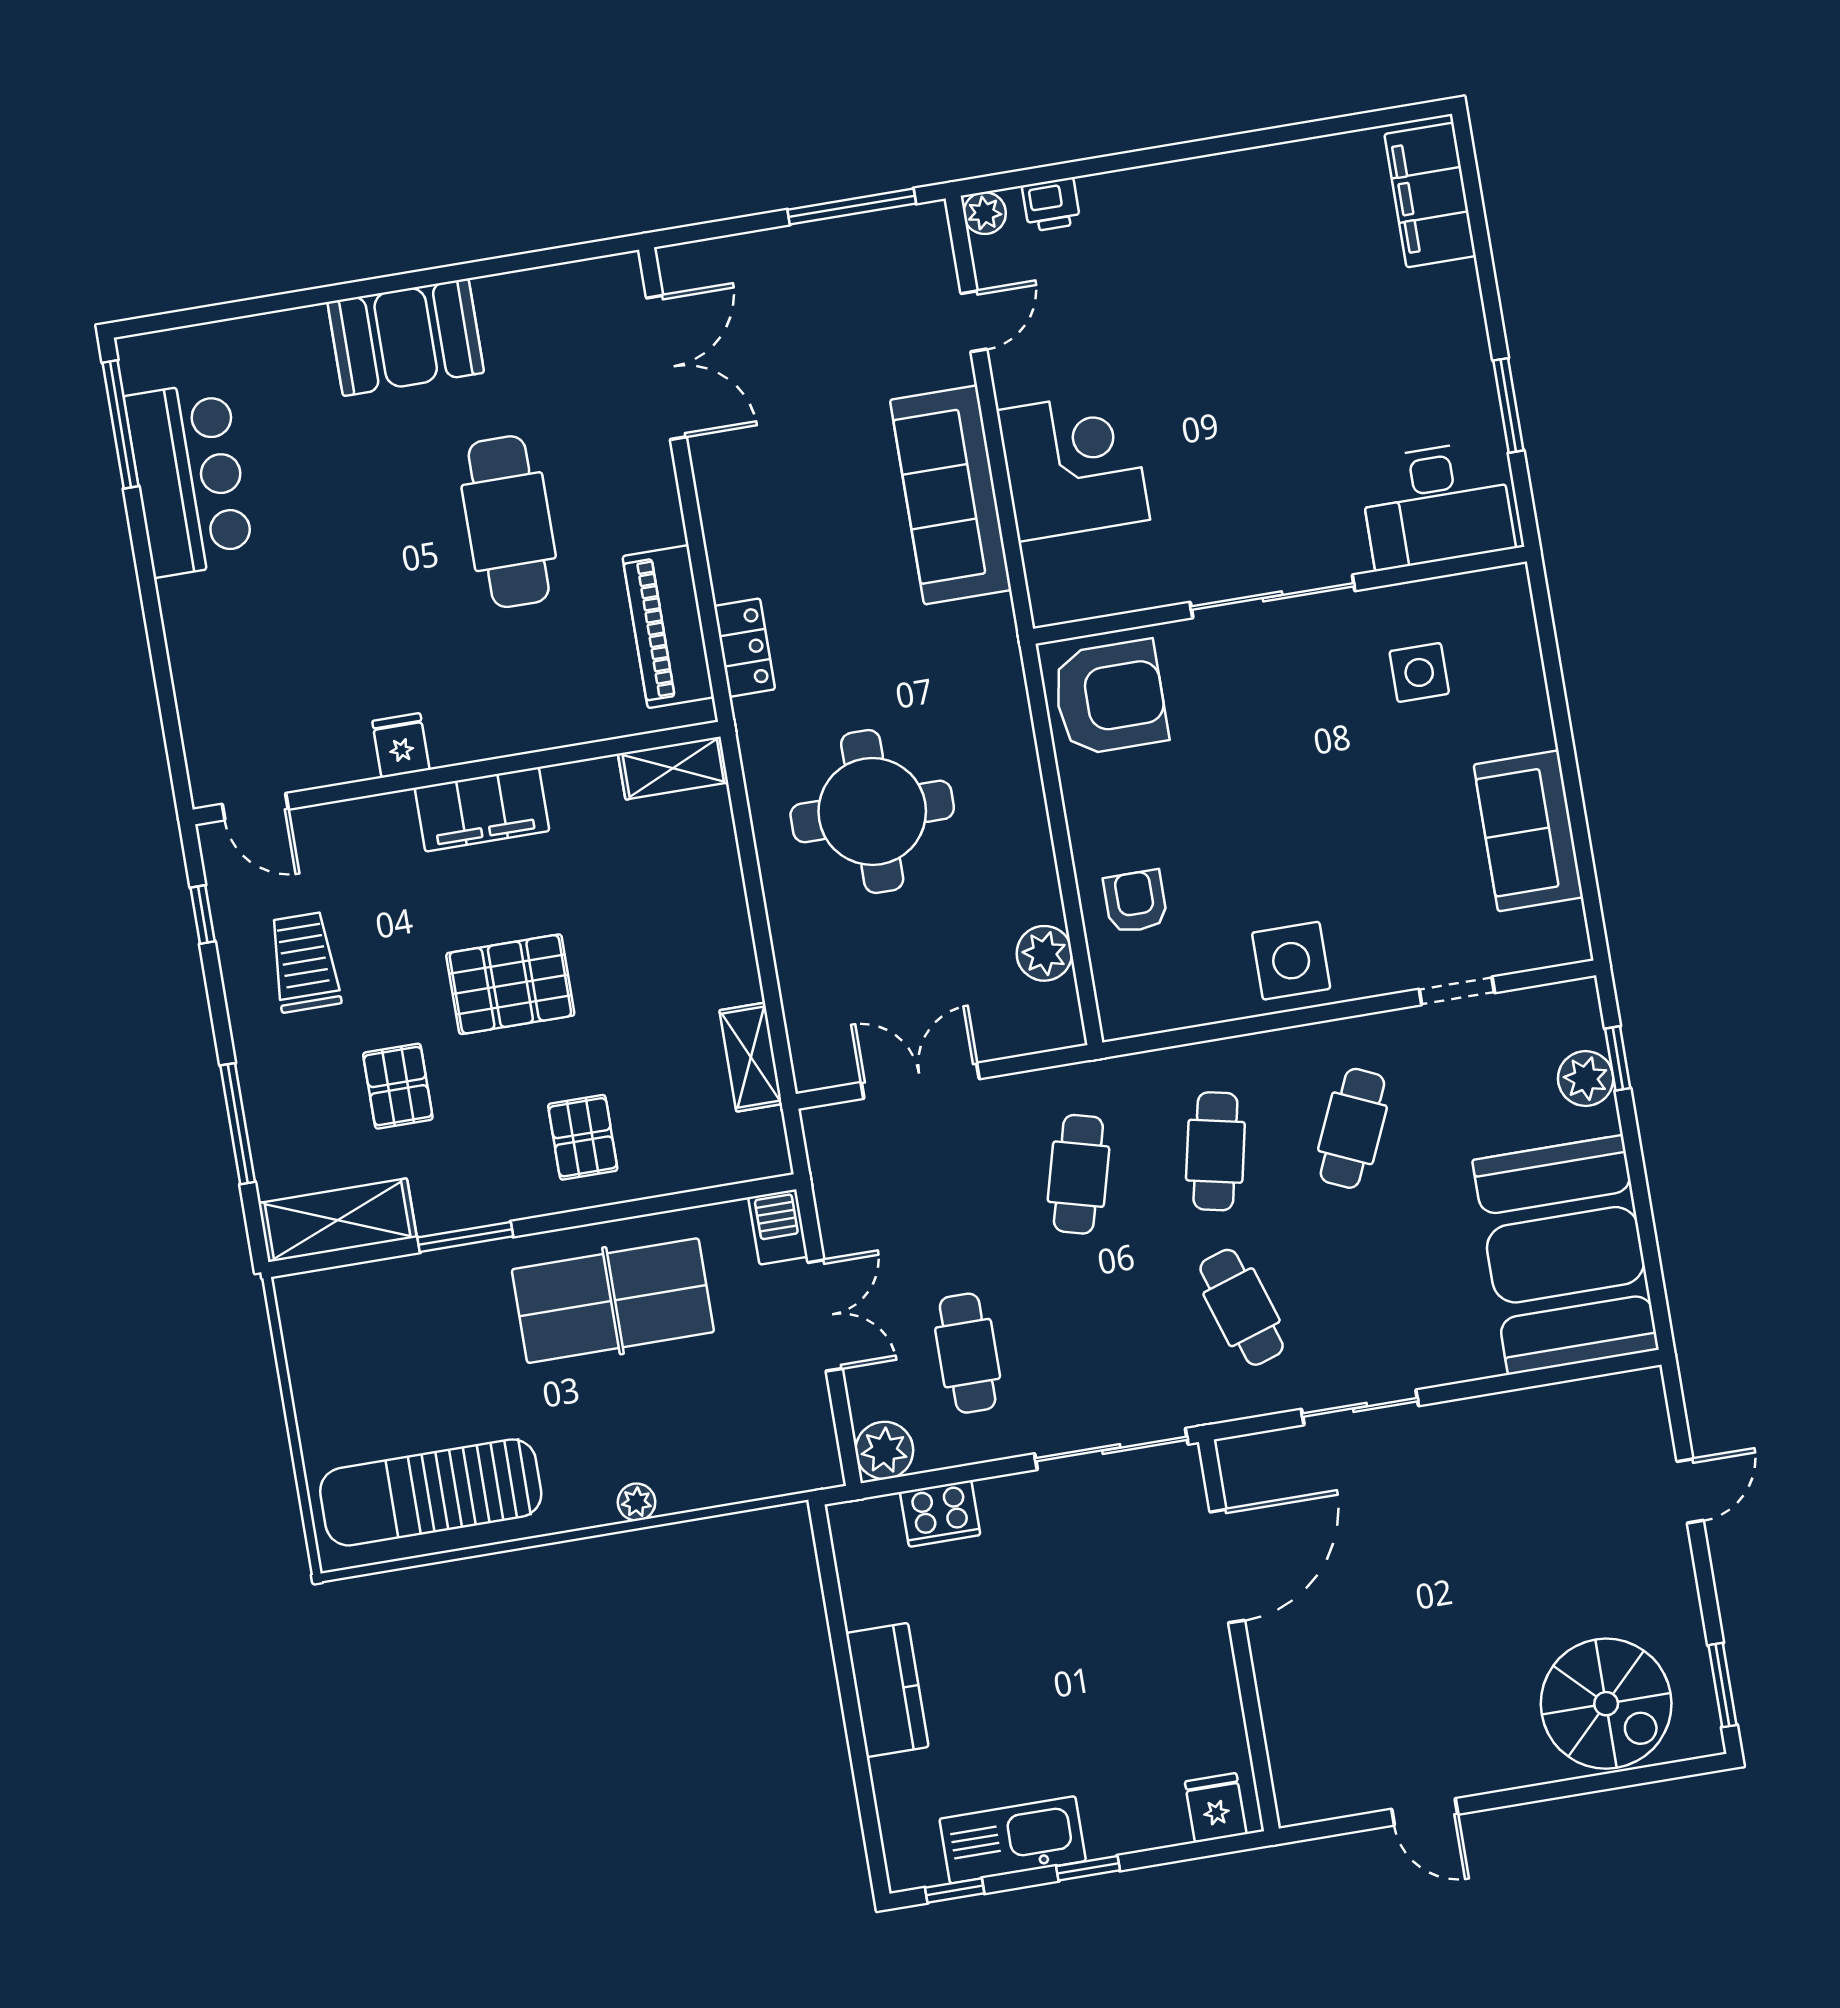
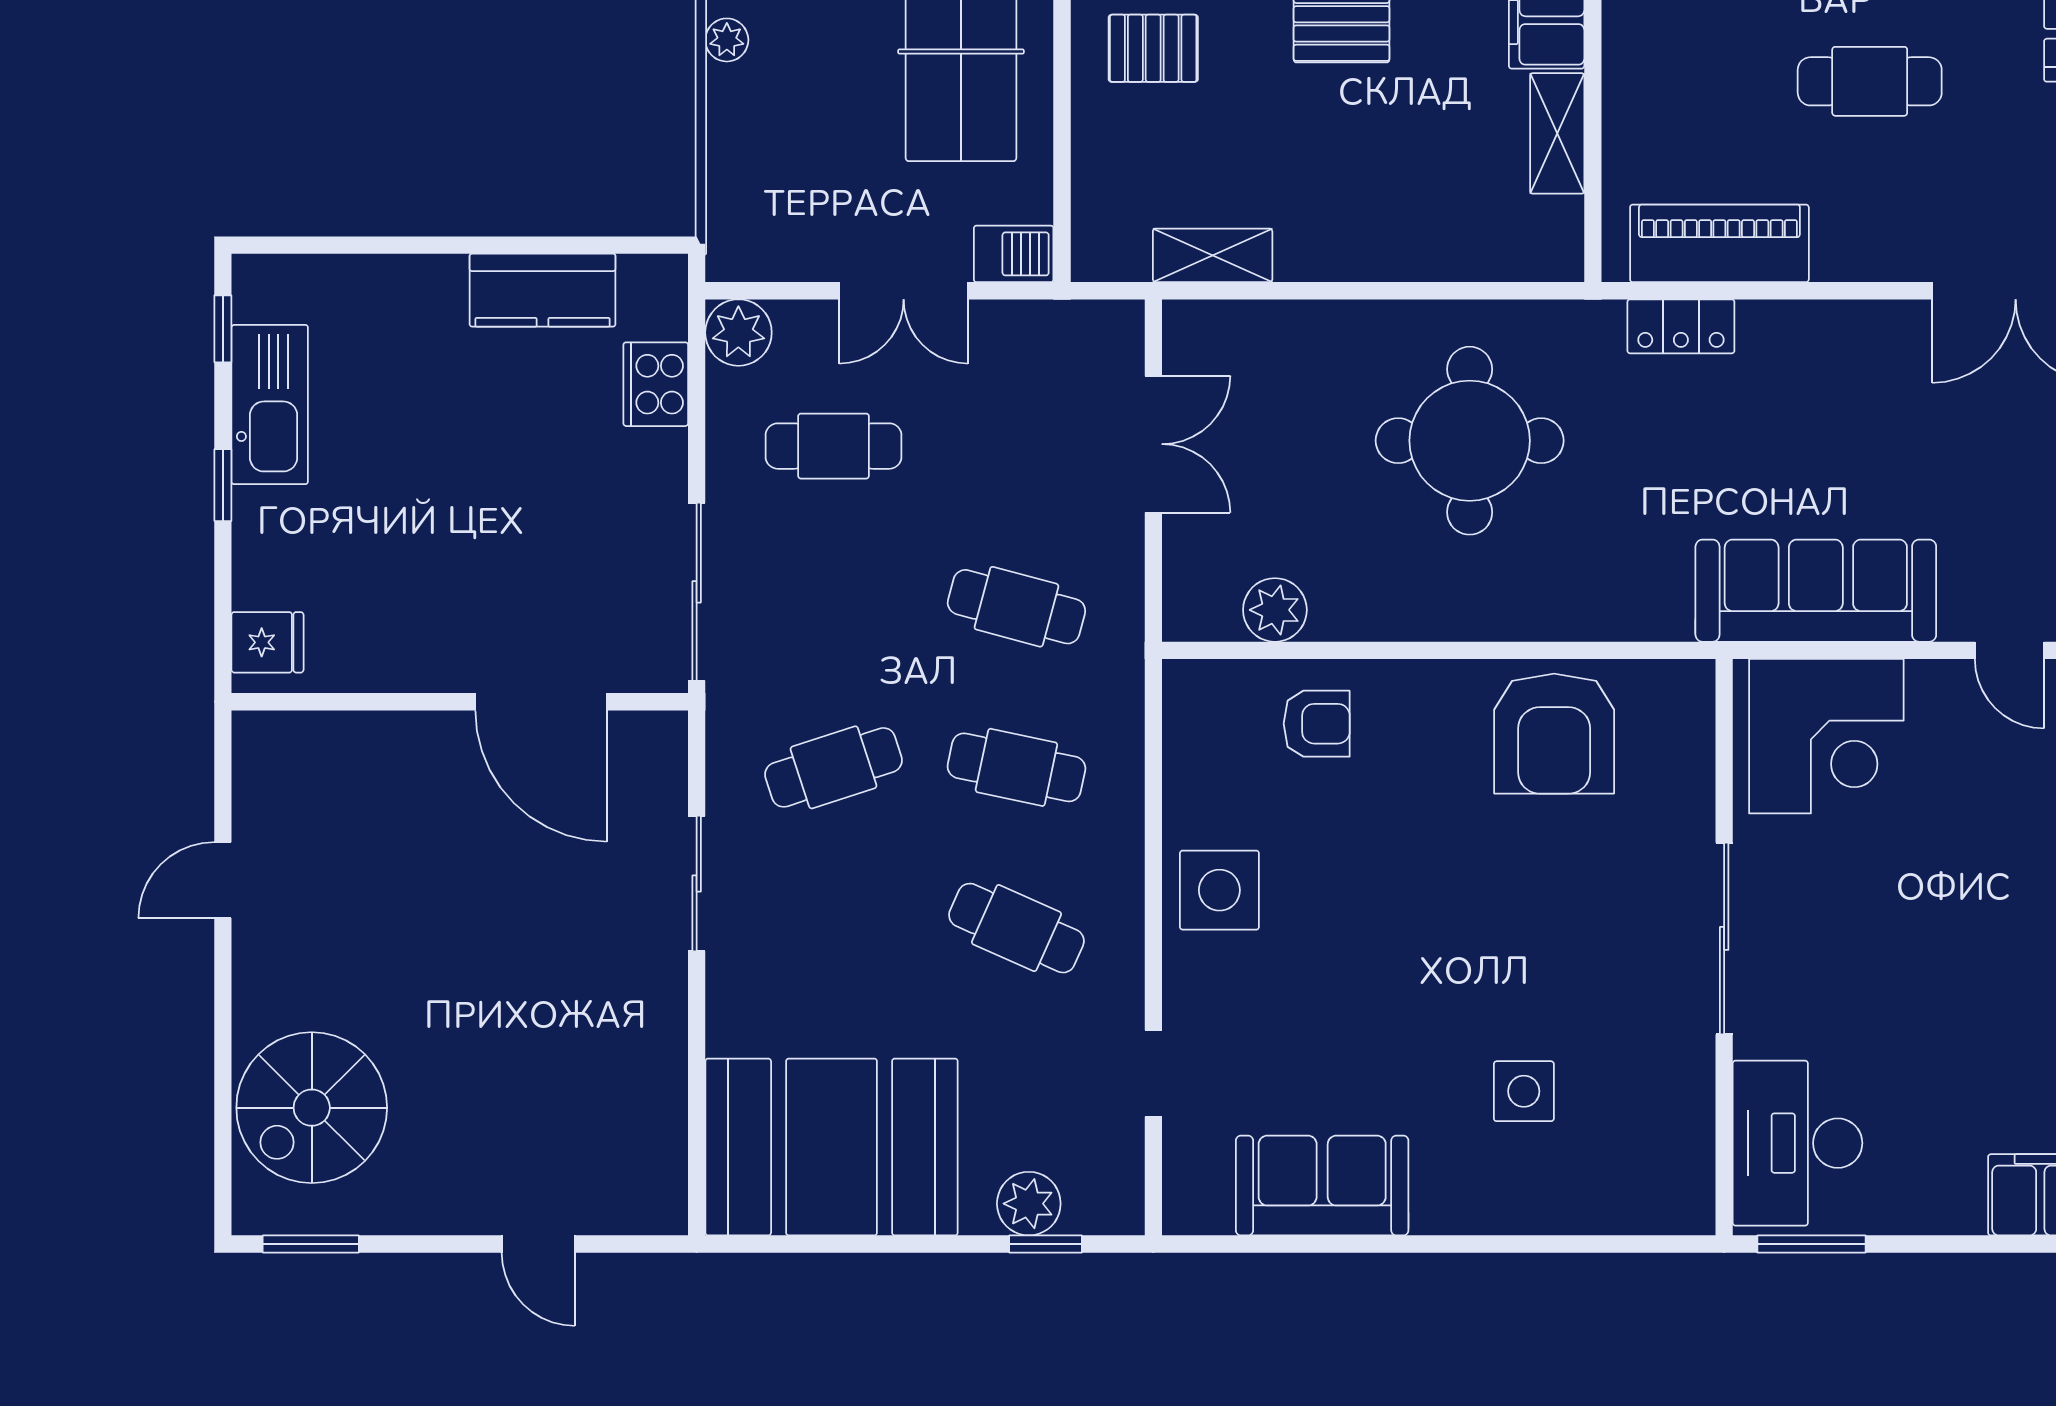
desk: (1437, 505) -> (1797, 1143), moved
cafe table: (509, 522) -> (1870, 81), width x0.73, depth x0.74
wall: (1280, 595) -> (1724, 947), moved
sliding door: (1273, 596) -> (1724, 938), moved
shelving: (673, 768) -> (1557, 133), moved
kitchen counter: (887, 1690) -> (543, 290), moved

